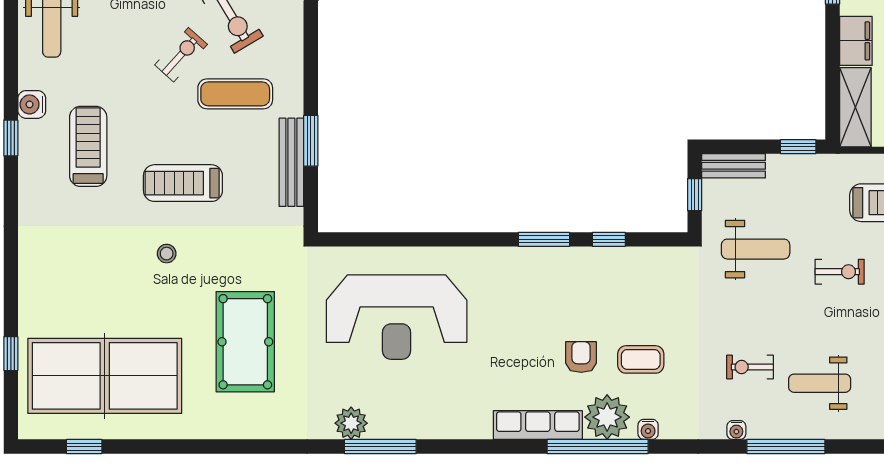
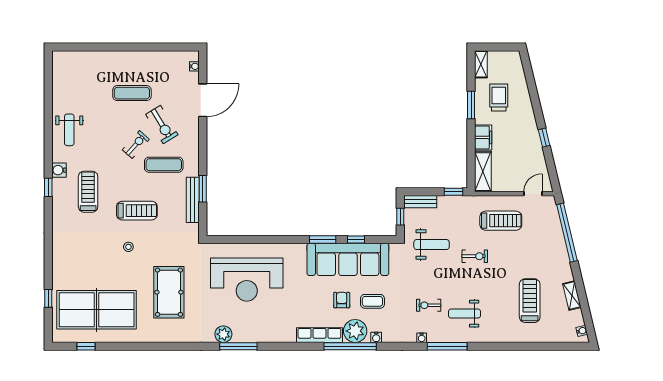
treadmill: (183, 183) -> (137, 211), turned 180
sofa: (593, 278) -> (348, 259), added

